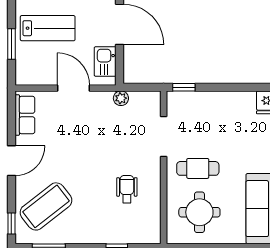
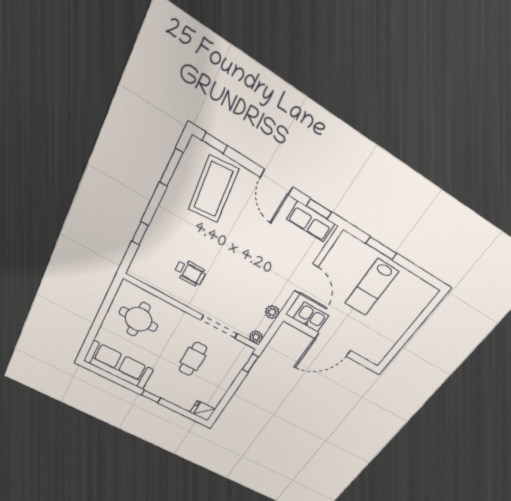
door: (74, 88) -> (306, 279), hinge flipped
plant: (154, 98) -> (256, 337), added
window: (11, 115) -> (319, 209), added
cafe table: (198, 168) -> (193, 359), moved
coffee table: (46, 206) -> (213, 189), turned 32

